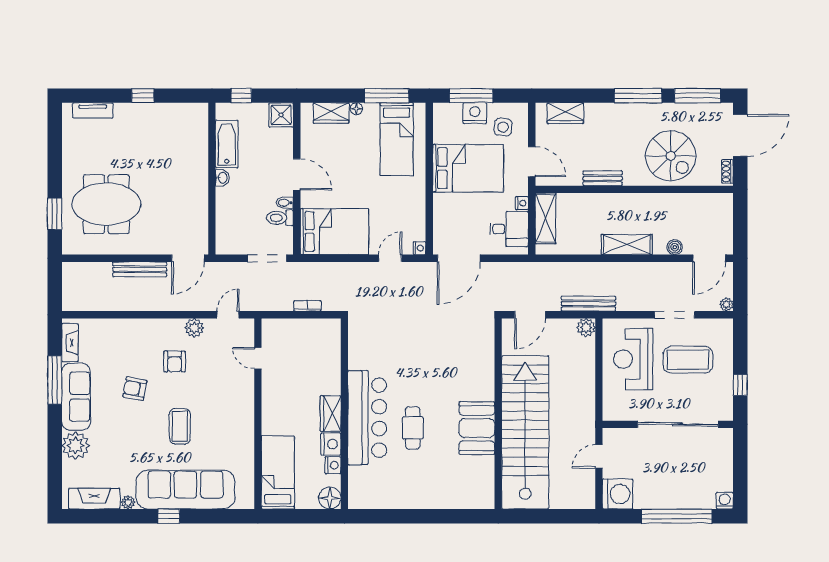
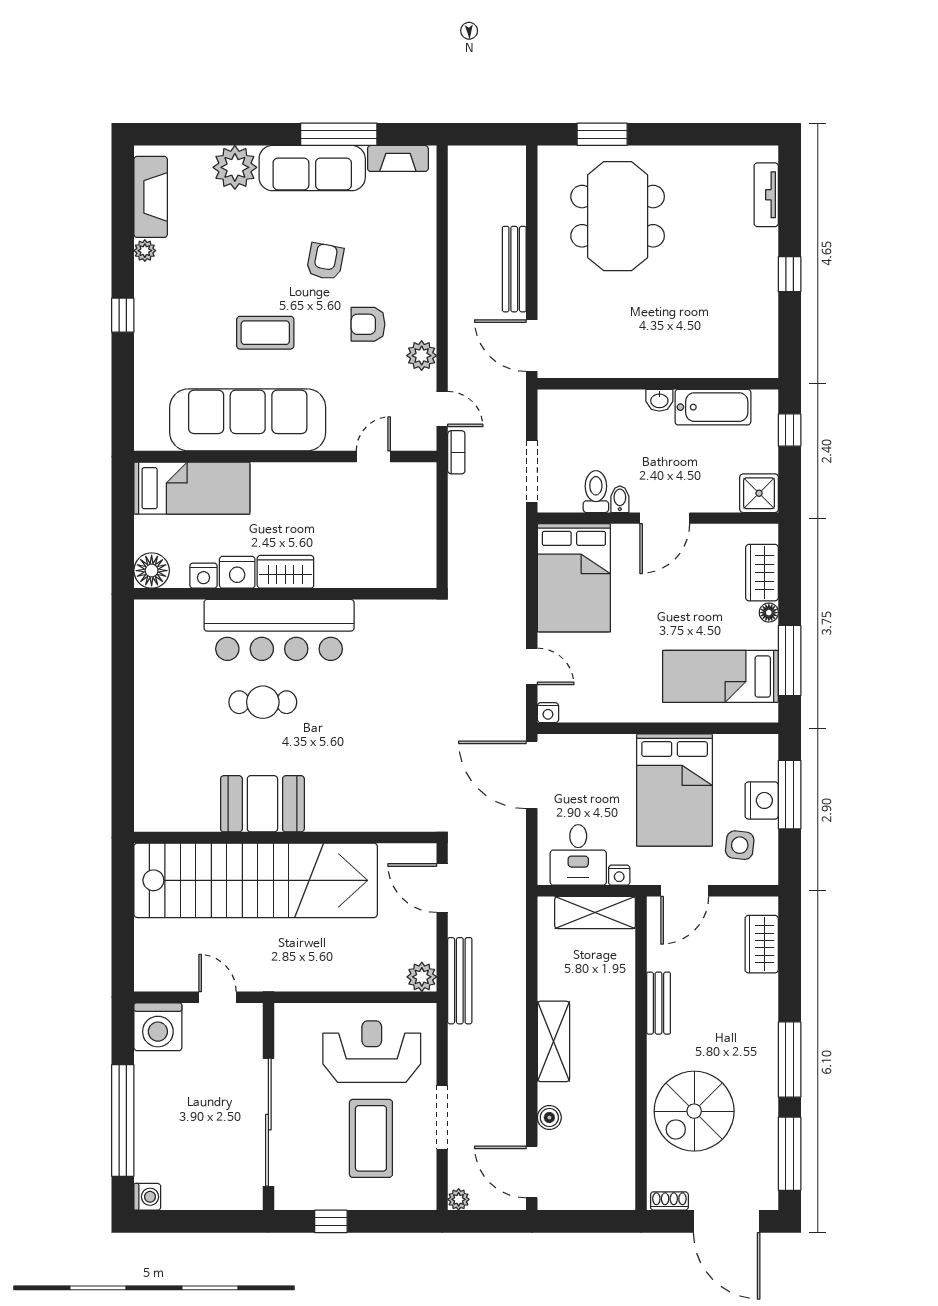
bookcase: (307, 306) -> (456, 452), moved
sofa: (186, 490) -> (248, 420), moved, turned -90

